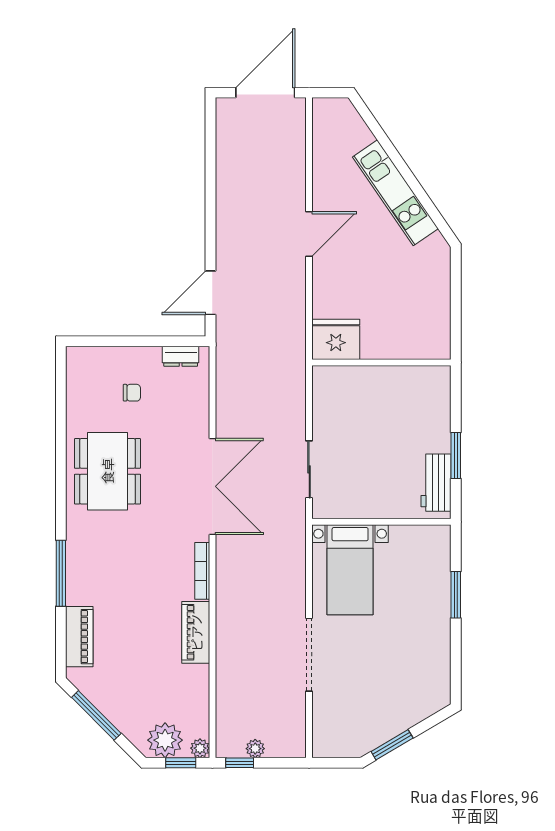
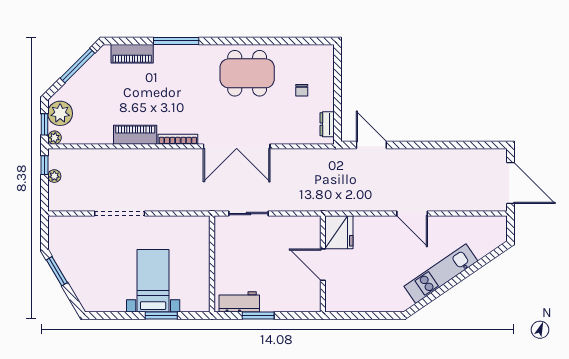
door: (383, 362) -> (323, 265), added
bed with nightstands: (350, 570) -> (153, 281), moved, turned 90

